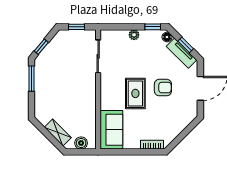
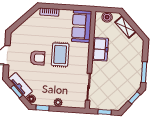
armchair: (163, 88) -> (37, 58), turned 180
freezer: (87, 103) -> (100, 49), added

